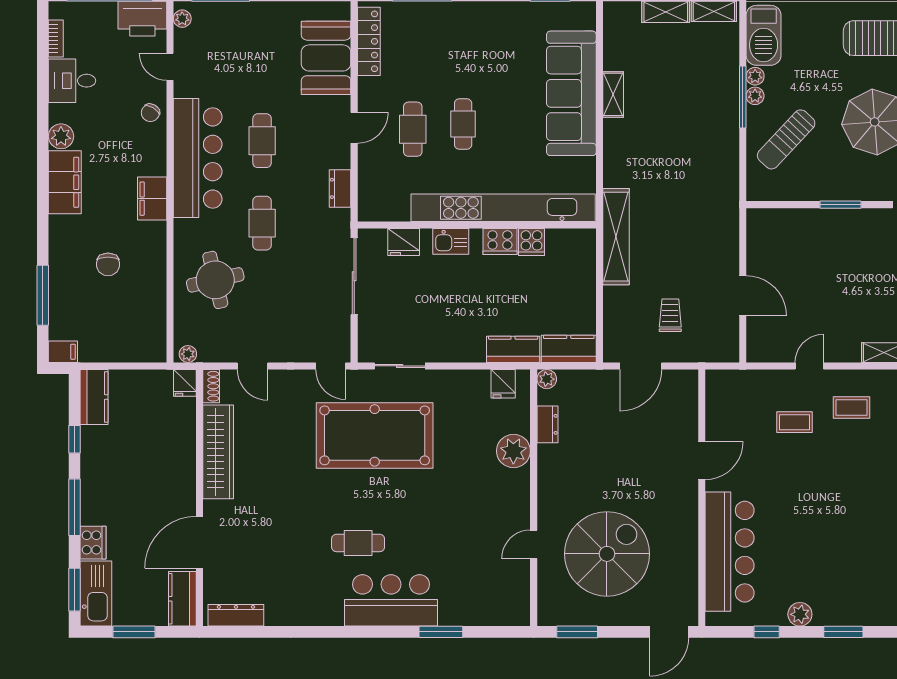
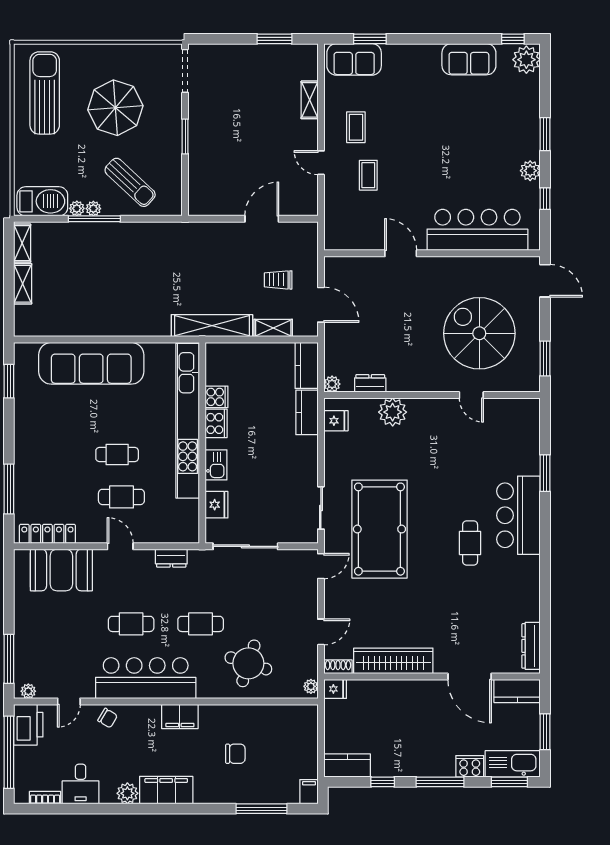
shelving: (613, 94) -> (273, 328), moved
round table: (215, 280) -> (248, 663), turned 31

